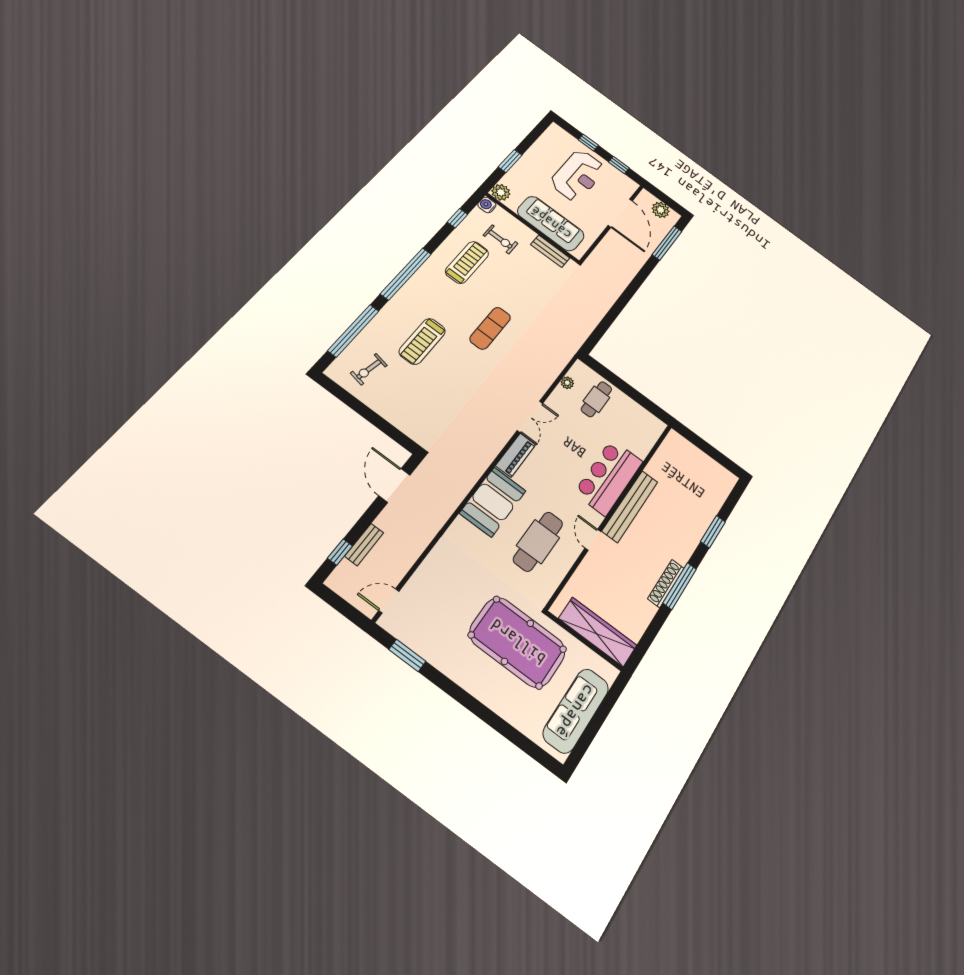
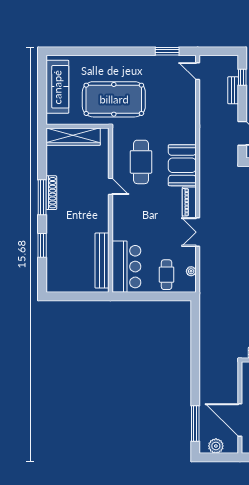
bar counter: (609, 477) -> (126, 267), moved
bench: (630, 506) -> (102, 261), moved
door: (389, 601) -> (198, 71), swing flipped

